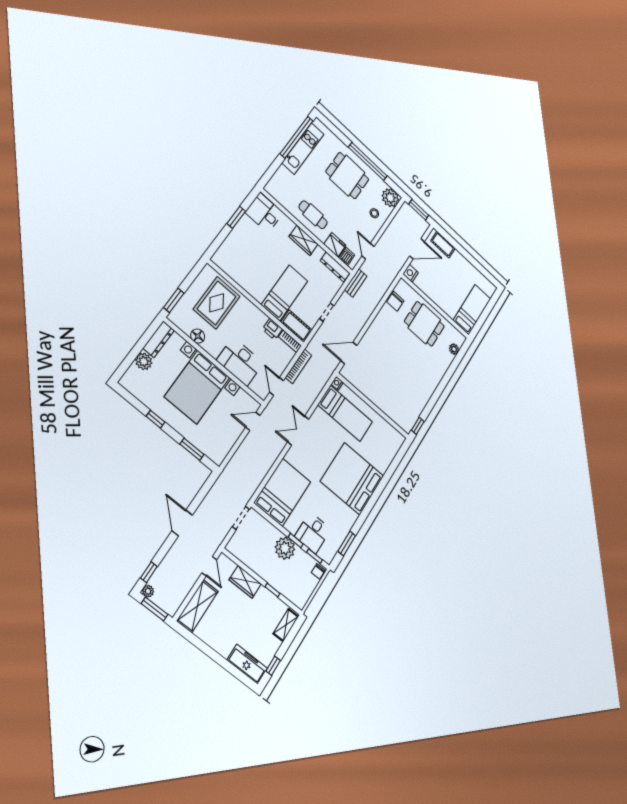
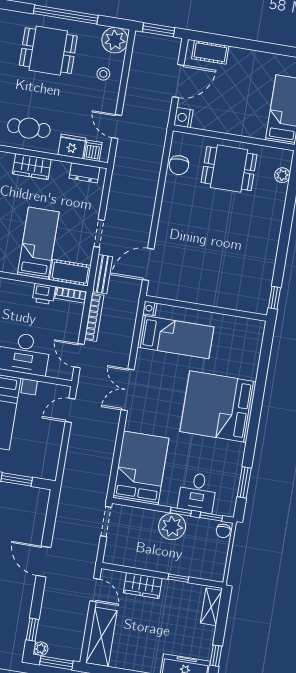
dresser: (335, 267) -> (84, 173), width x0.70
bench: (356, 283) -> (102, 274), moved

